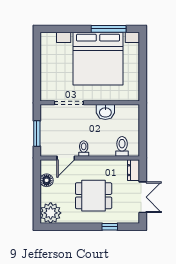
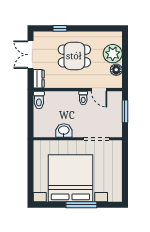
window: (109, 29) -> (81, 205), moved
toilet: (122, 146) -> (39, 100), moved
door: (66, 158) -> (99, 90), swing flipped
plant: (51, 213) -> (113, 54), moved

